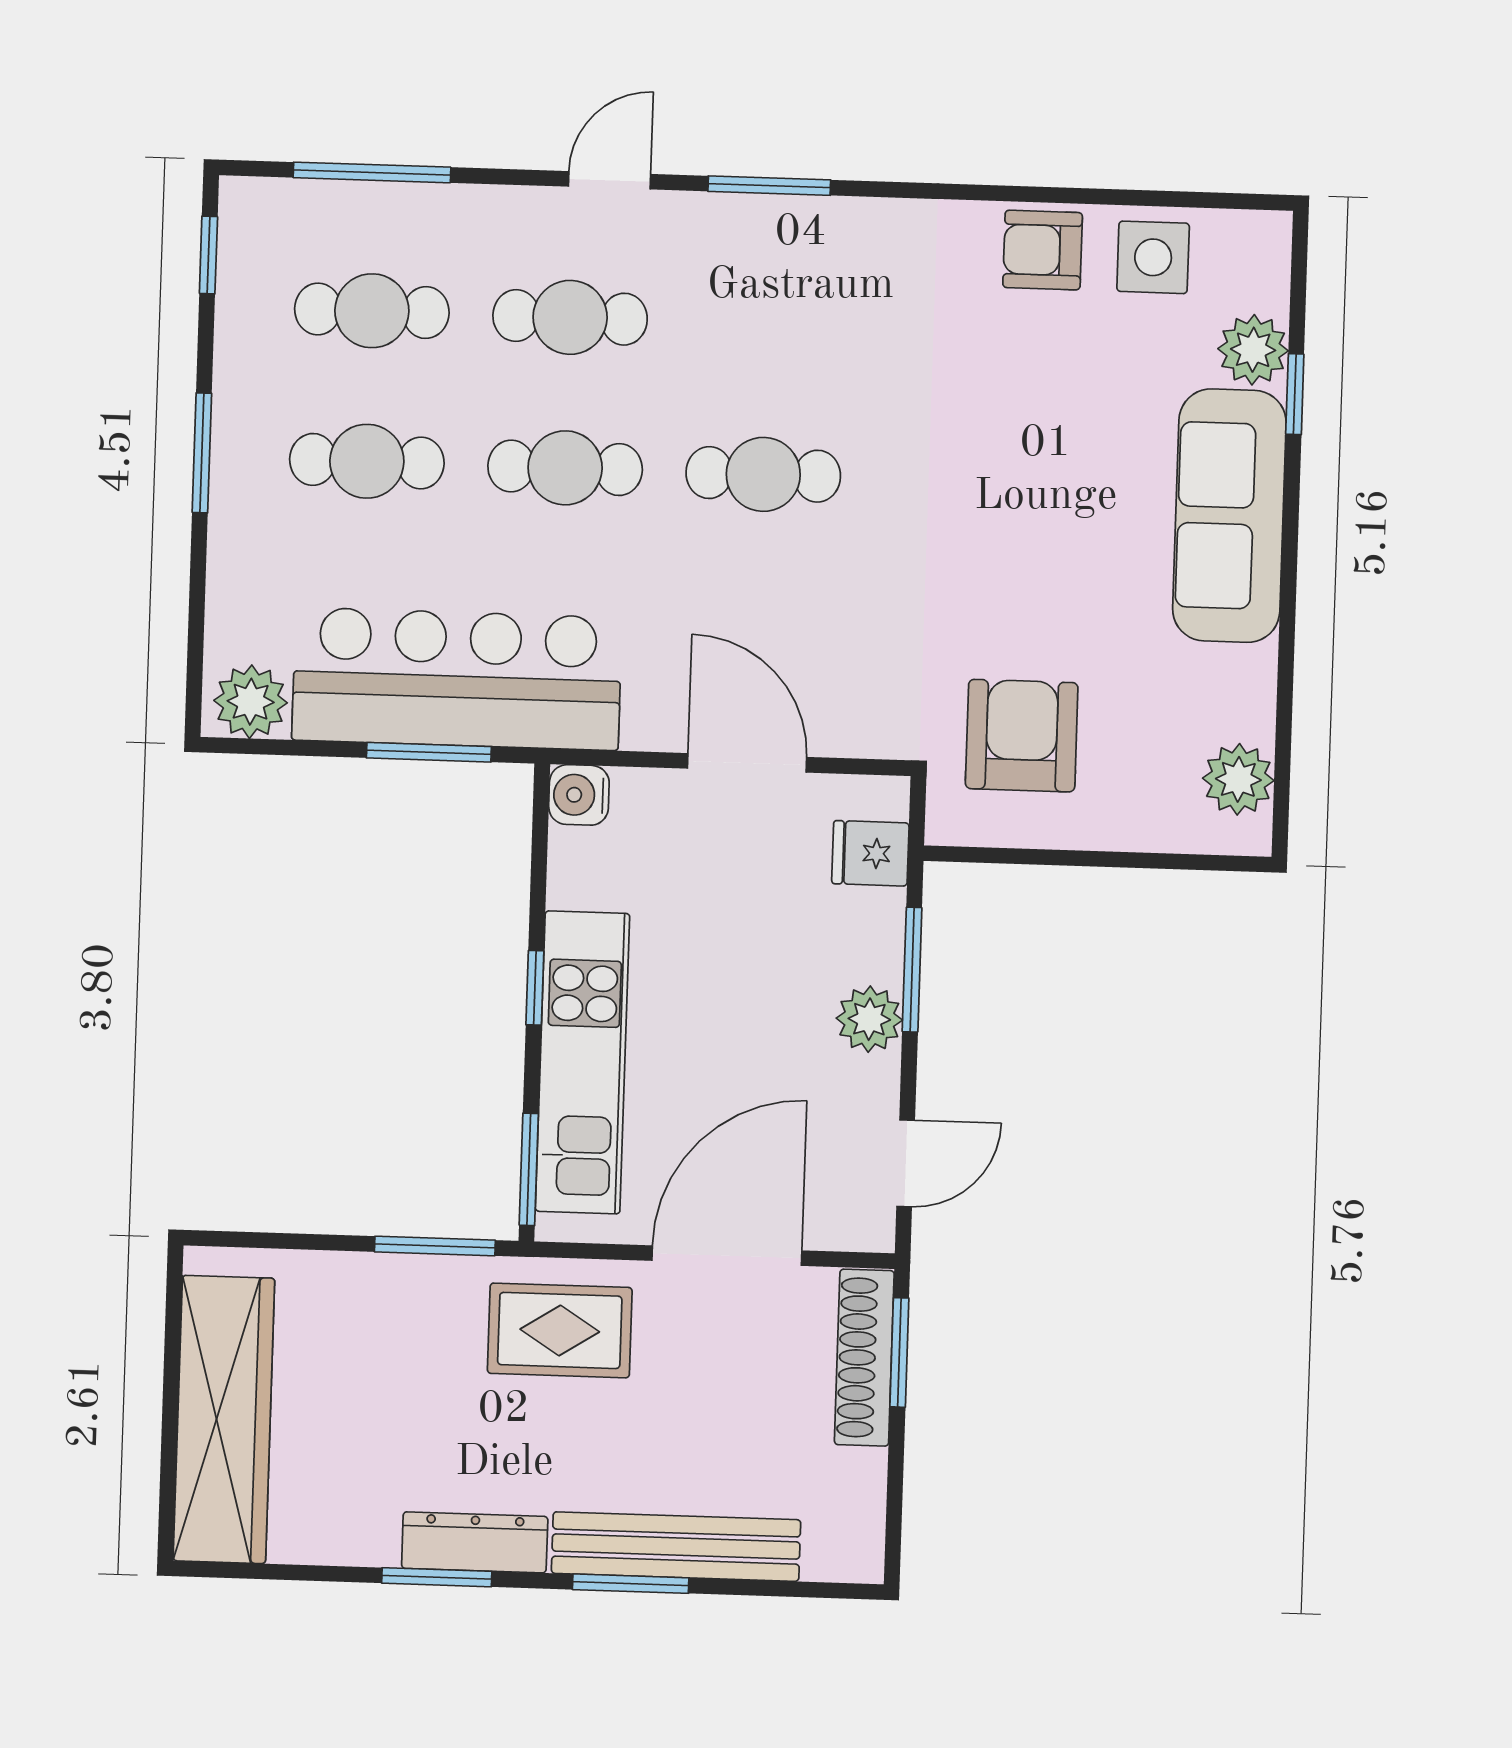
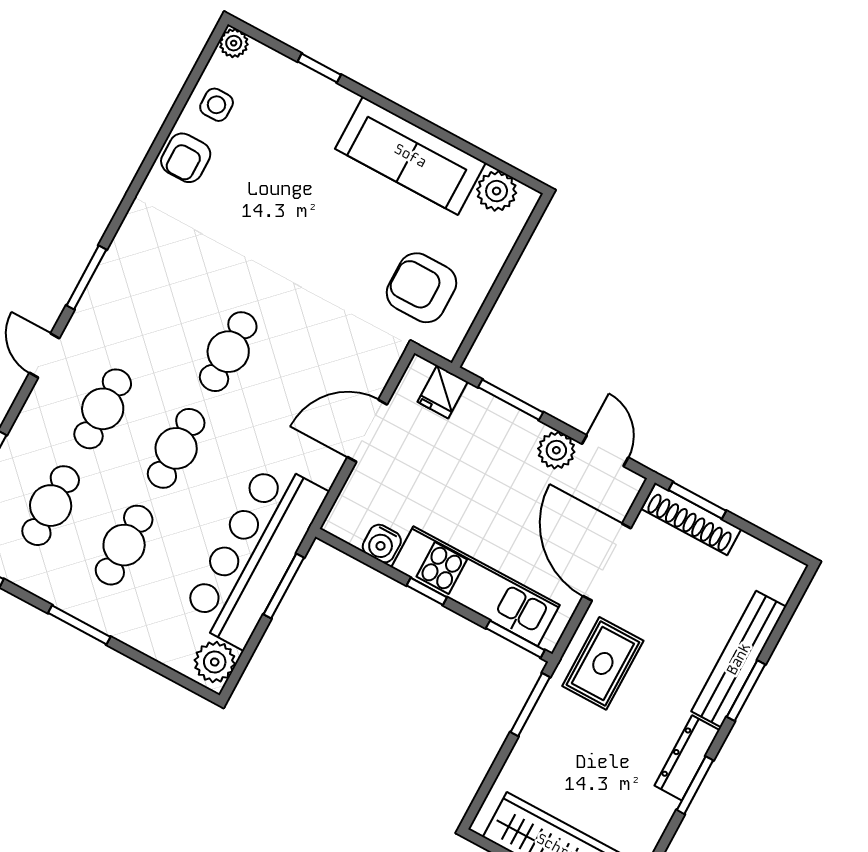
side table: (1153, 257) -> (217, 105), width x0.73, depth x0.73
plant: (1253, 350) -> (234, 43), moved, width x0.73, depth x0.73
sofa: (1229, 516) -> (410, 156), moved
water cooler: (579, 795) -> (382, 544), moved
plant: (869, 1019) -> (556, 450), moved

